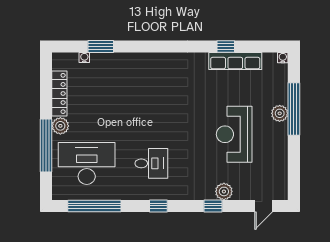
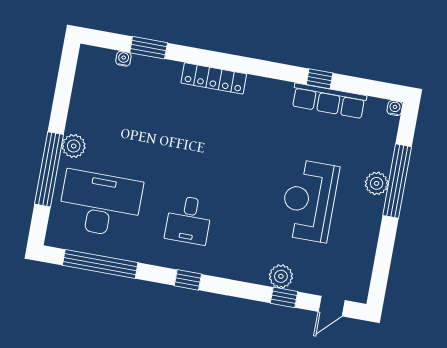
locker: (59, 93) -> (214, 78), moved, turned 90
desk: (151, 163) -> (189, 220), turned 90
window: (213, 206) -> (284, 297), moved

